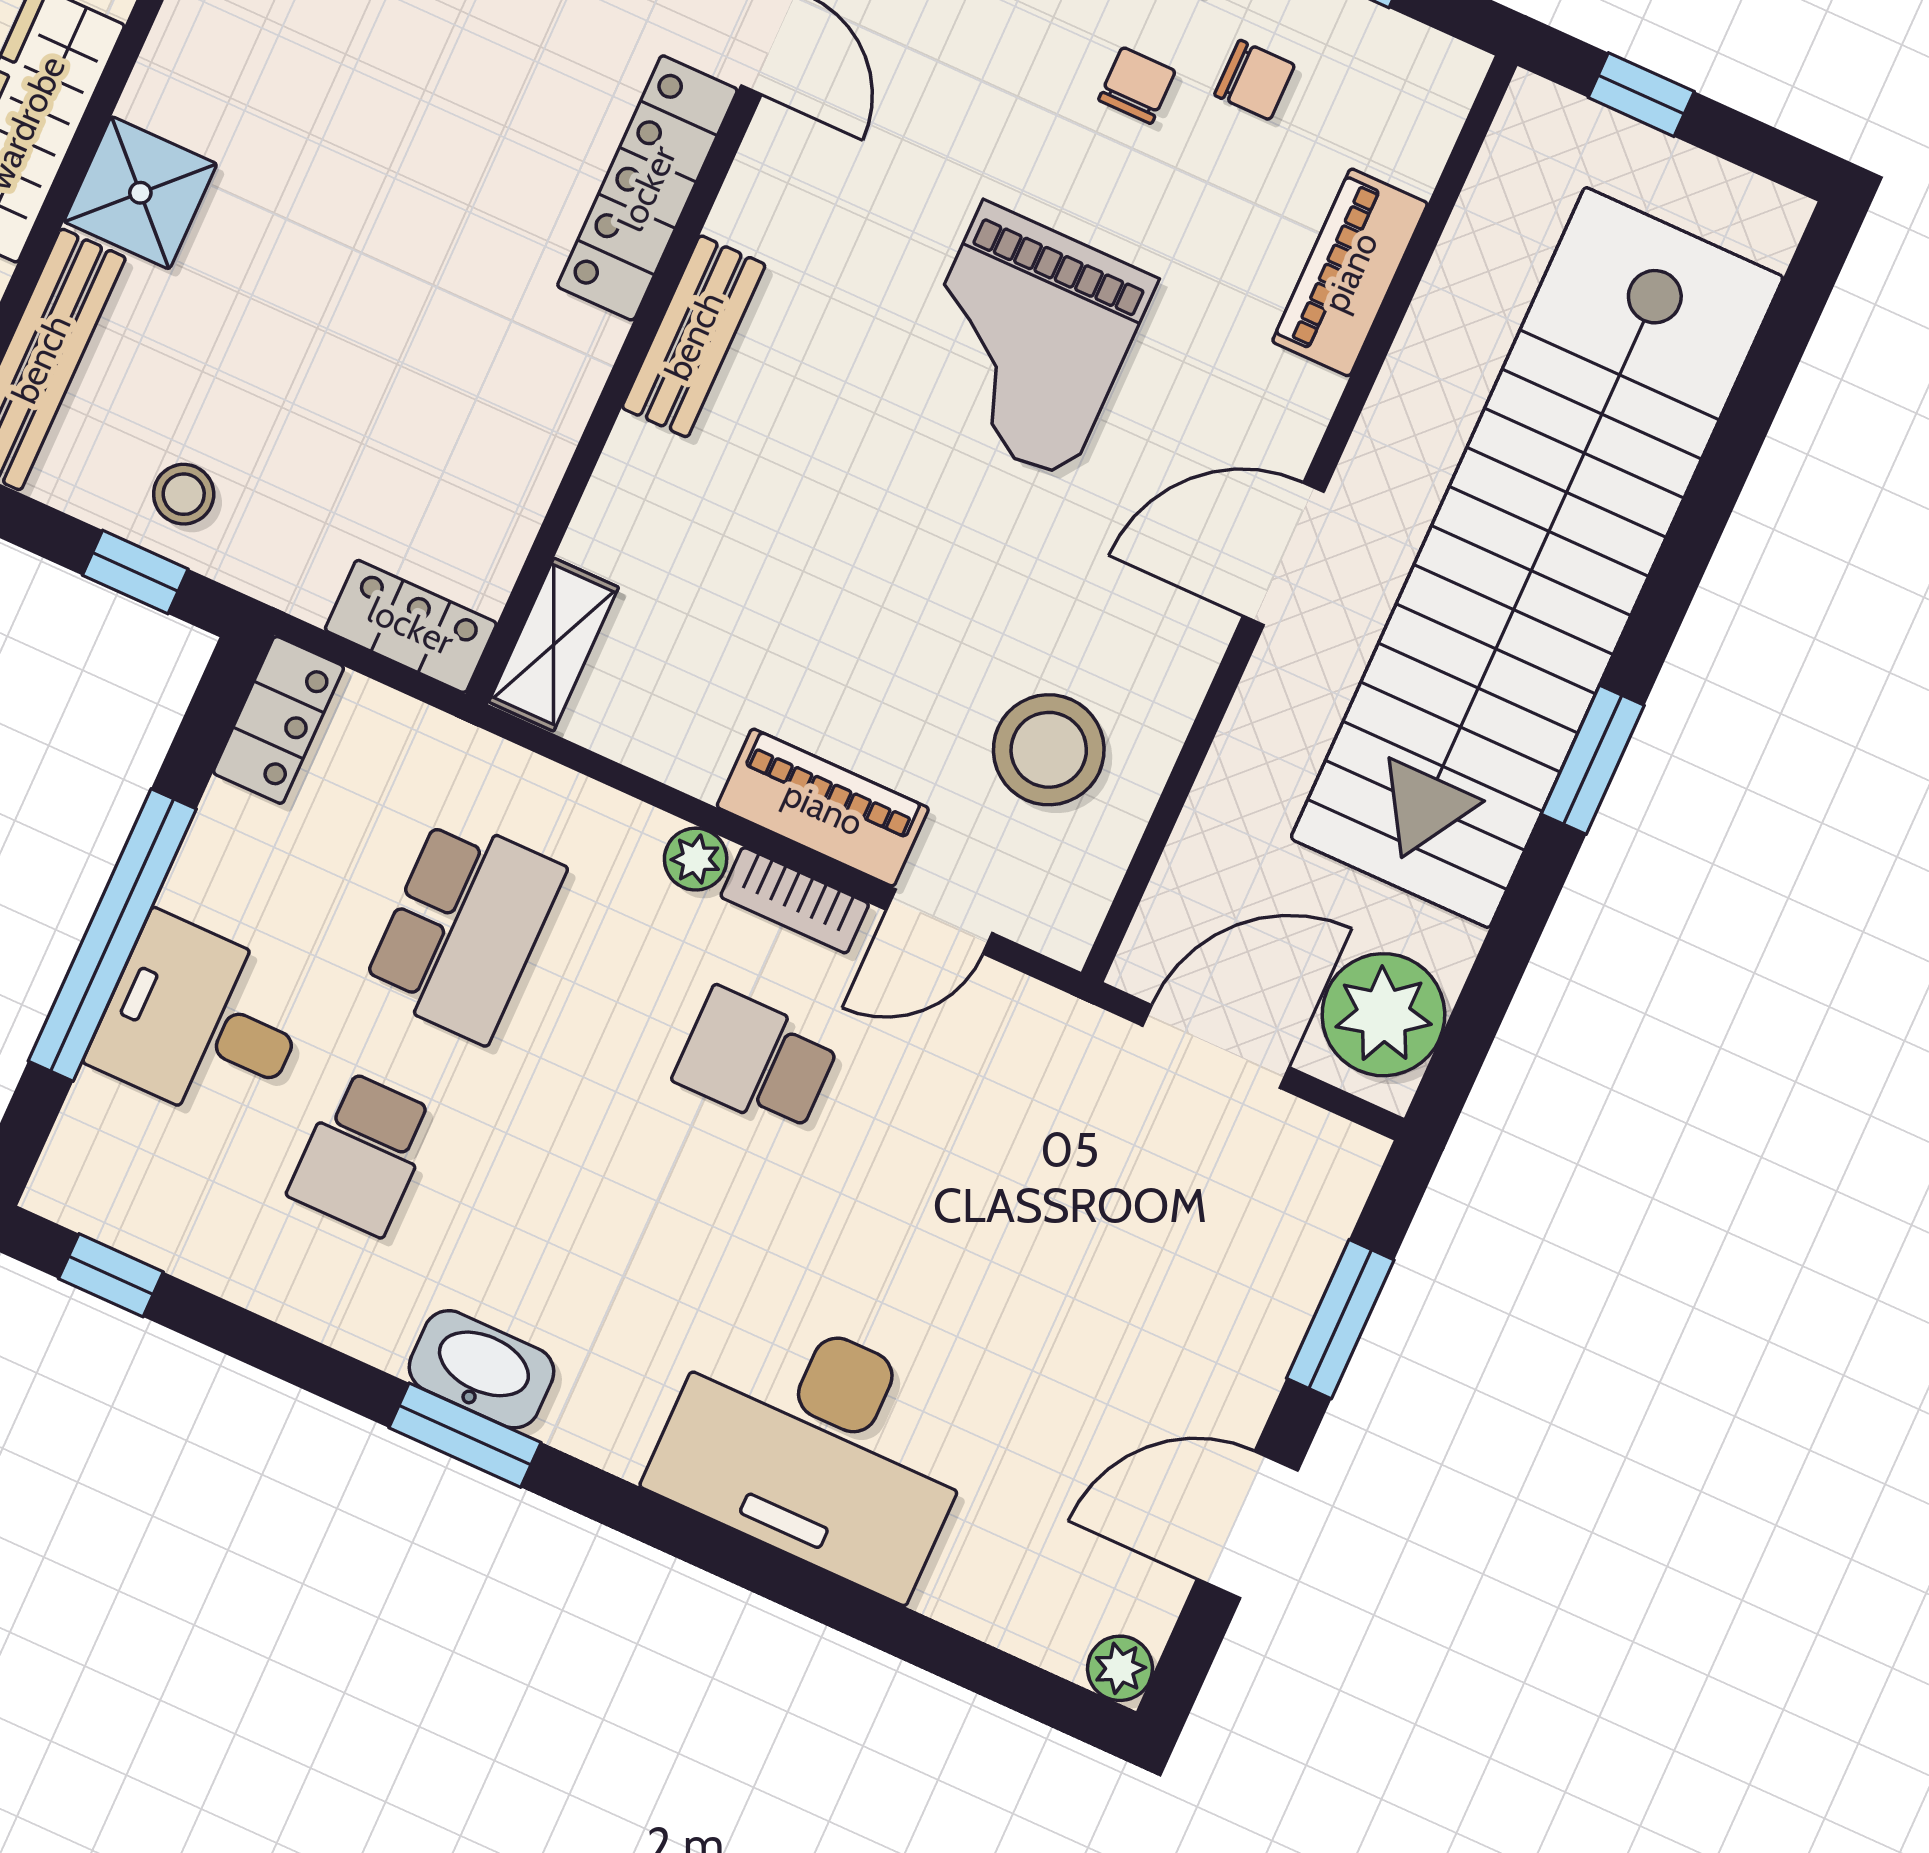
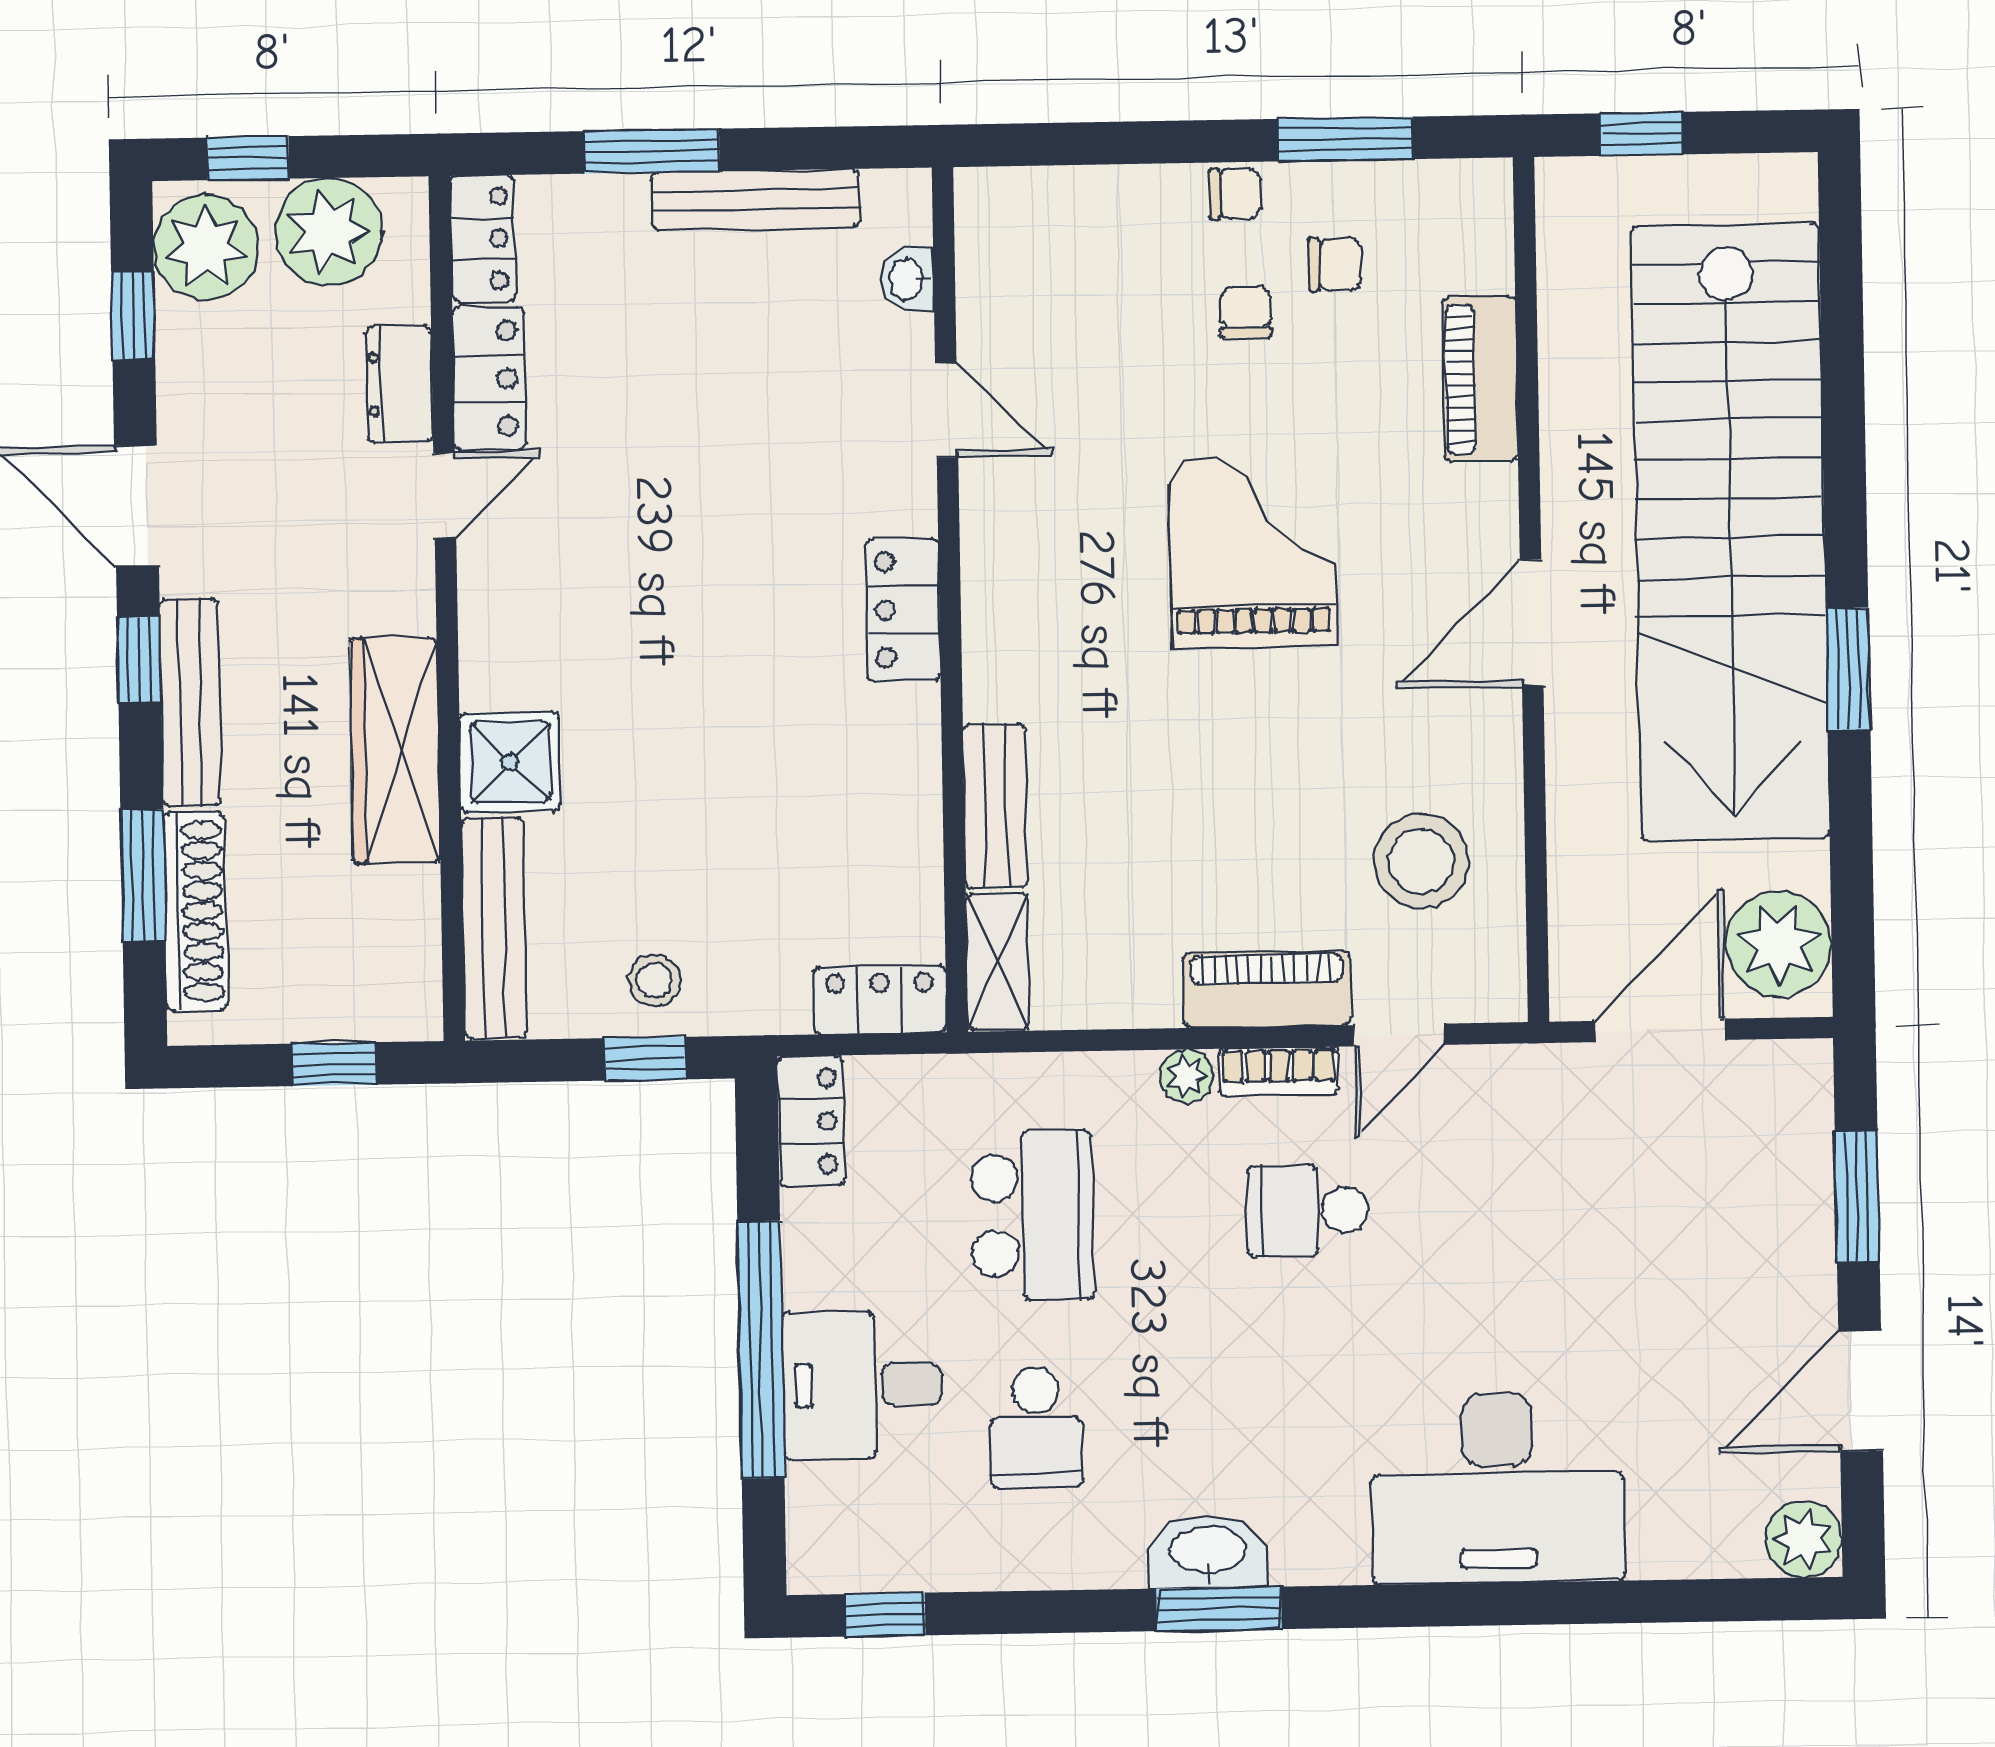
locker: (647, 188) -> (903, 610), width x0.66
bench: (694, 336) -> (995, 806), moved
grand piano: (1025, 341) -> (1253, 552), turned 180
plant: (1120, 1668) -> (1804, 1539), width x1.38, depth x1.38

